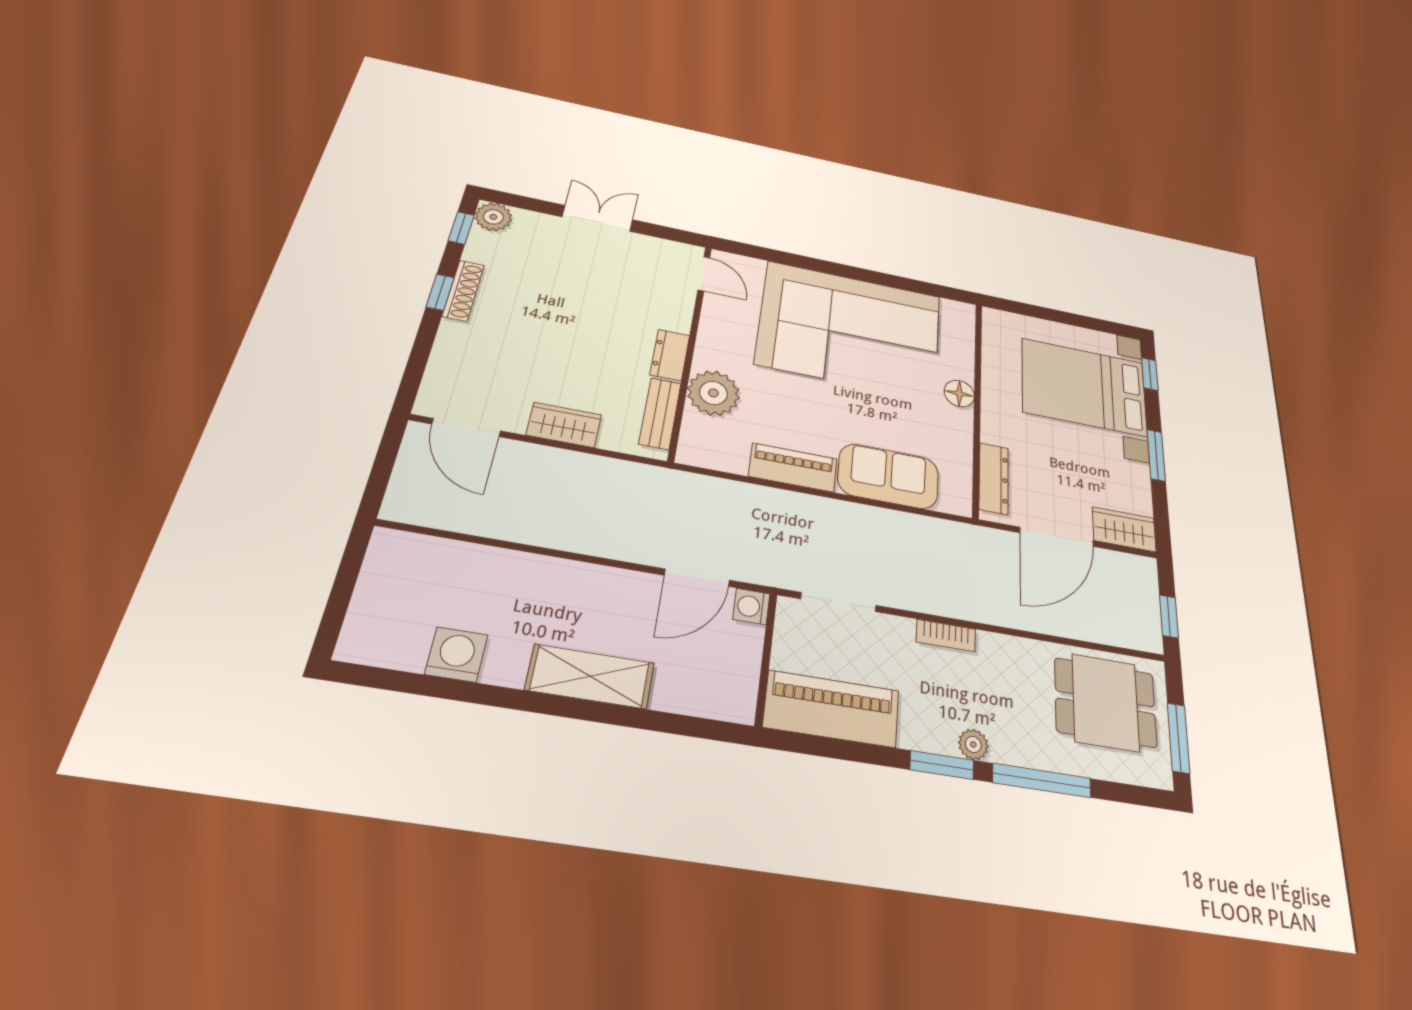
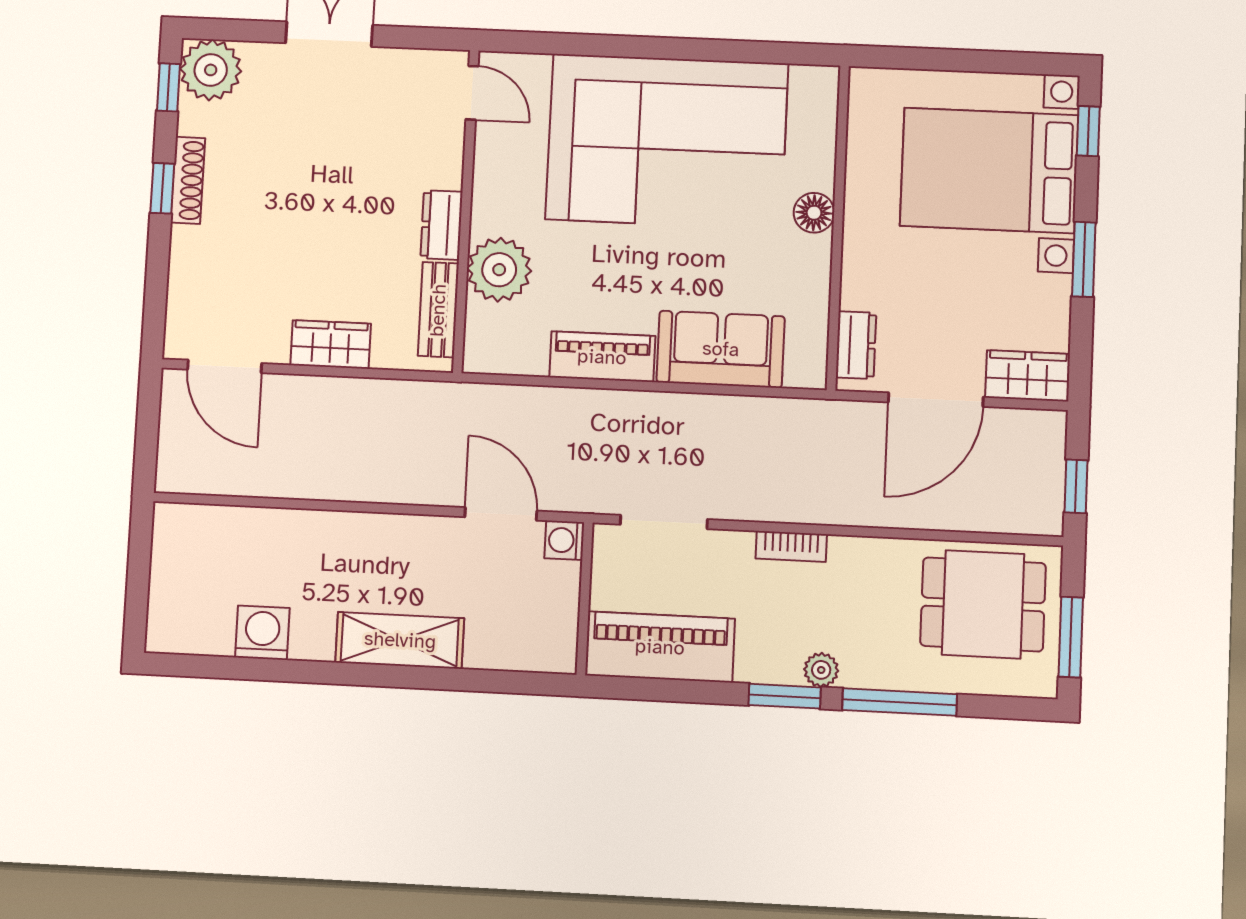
plant: (493, 217) -> (211, 70), width x1.36, depth x1.36
dresser: (994, 478) -> (856, 345), width x0.70
door: (697, 578) -> (501, 514), swing flipped

